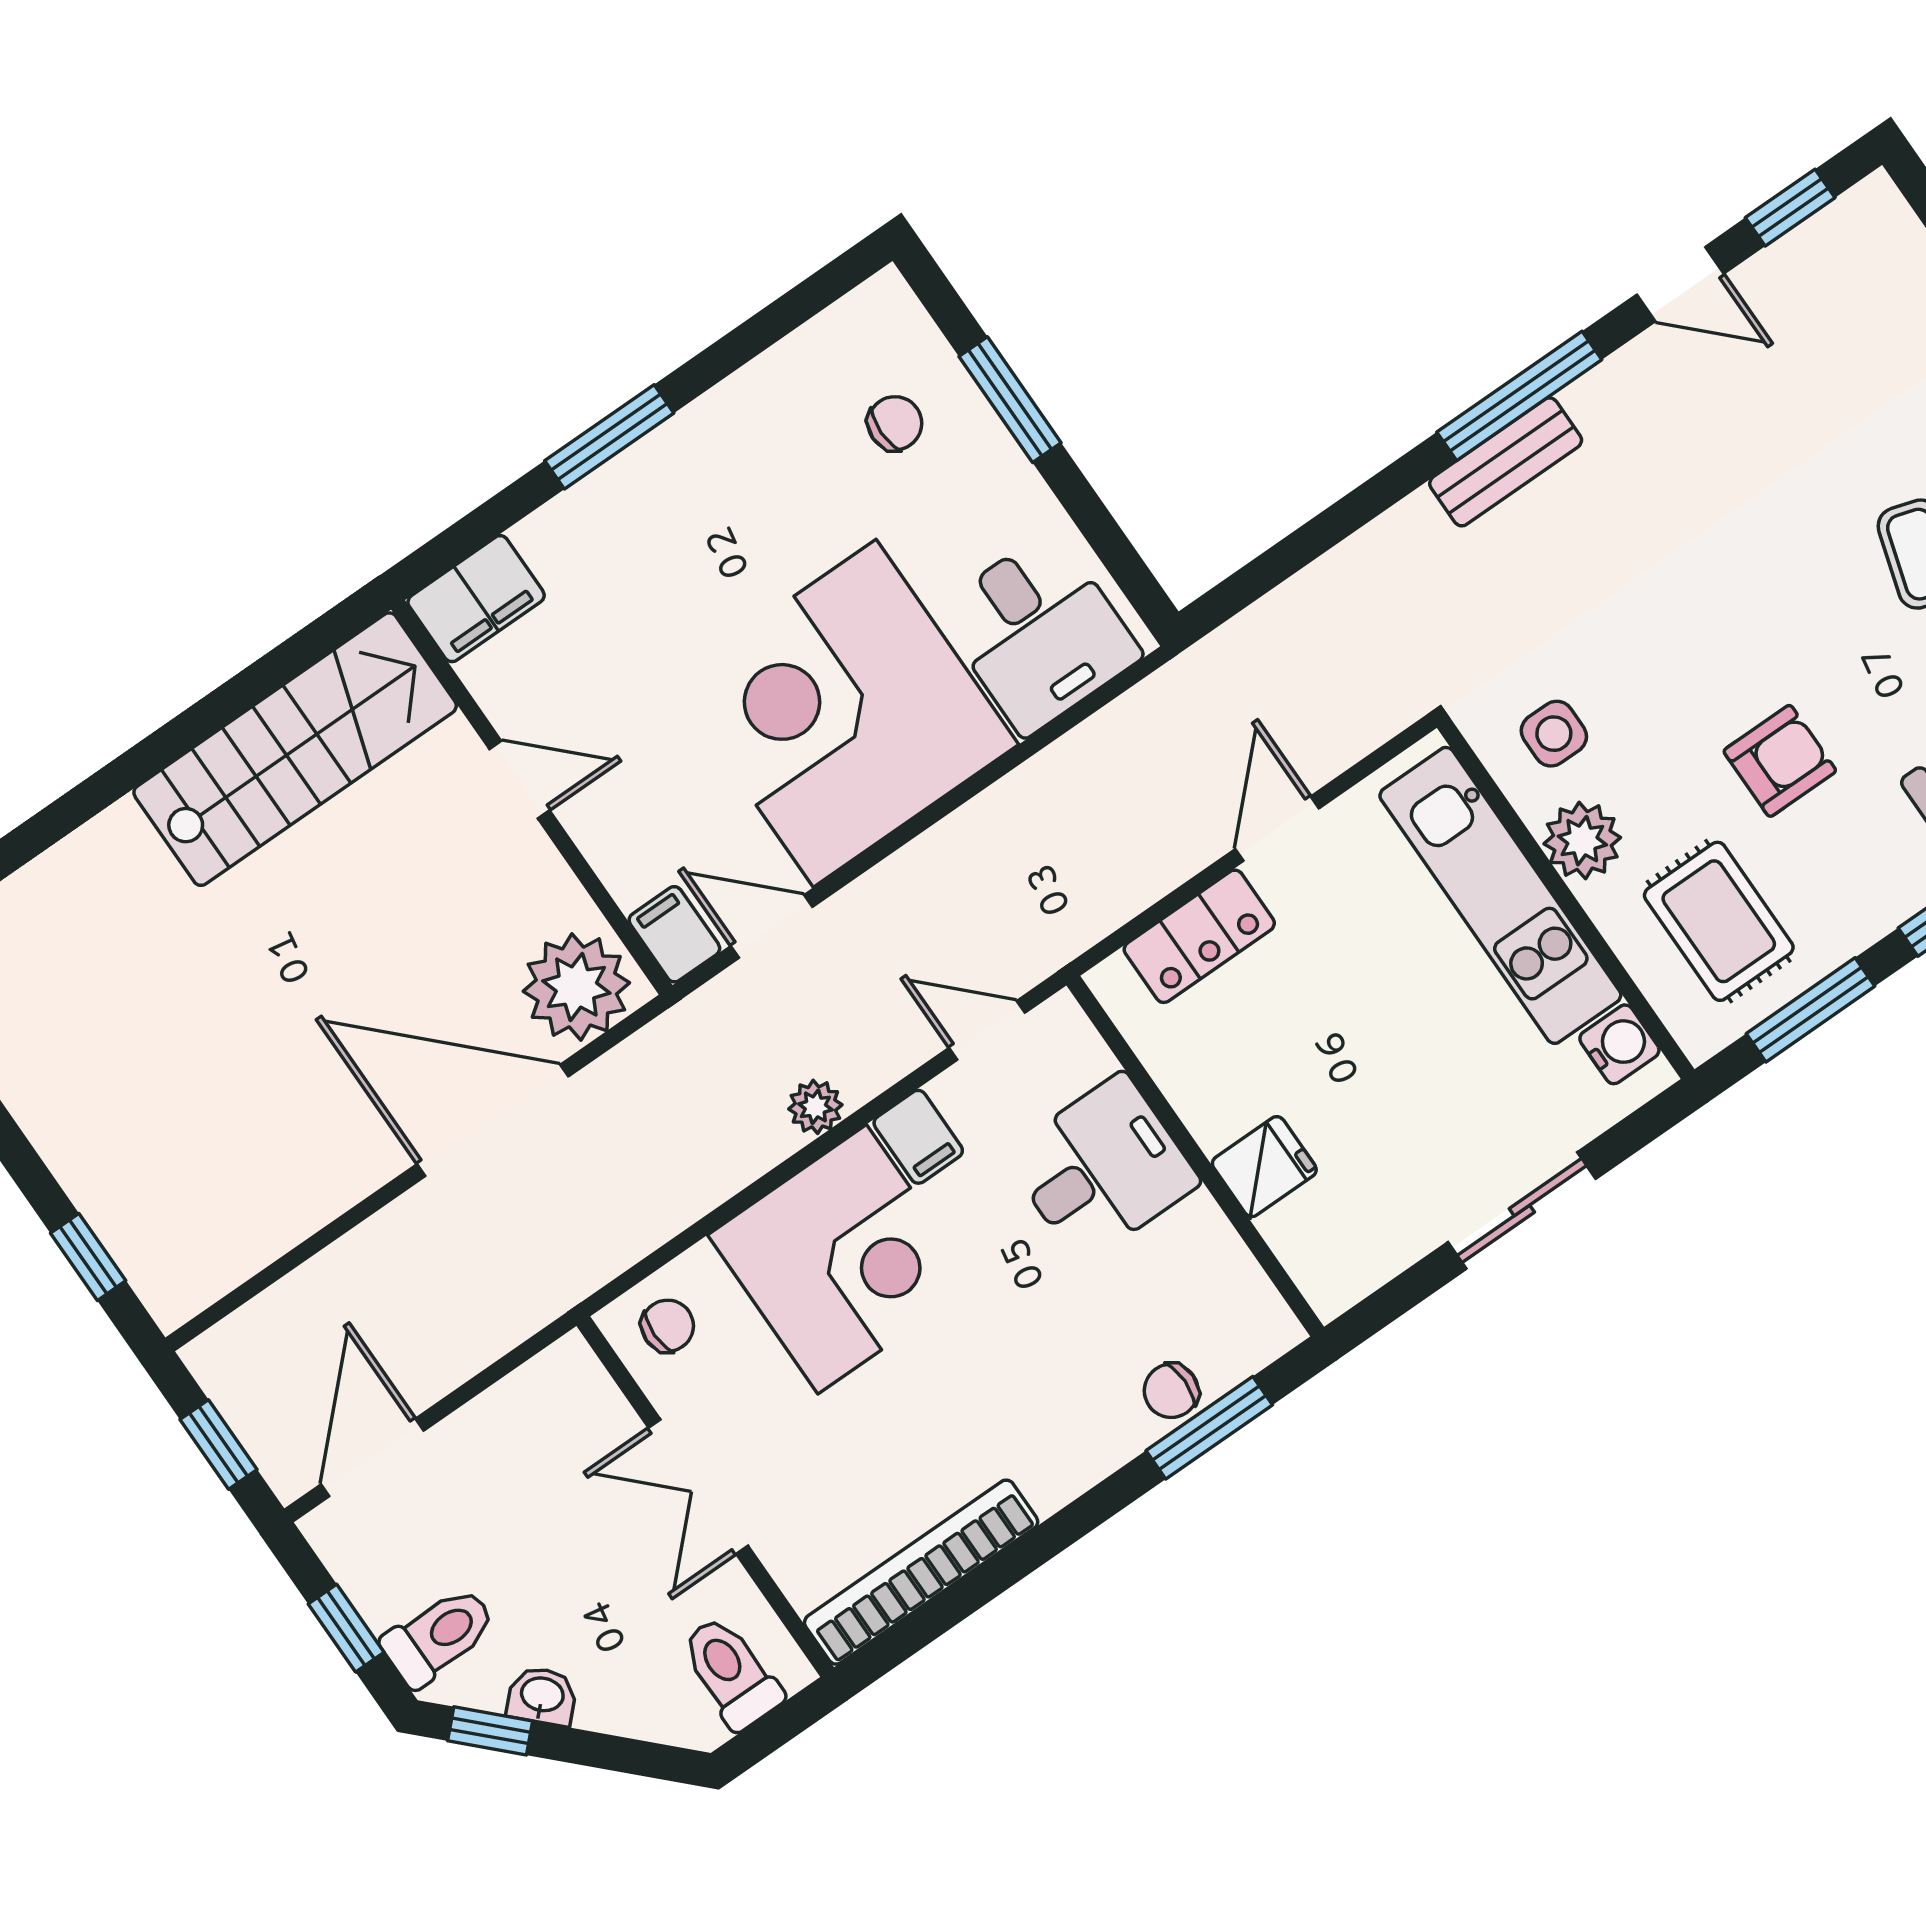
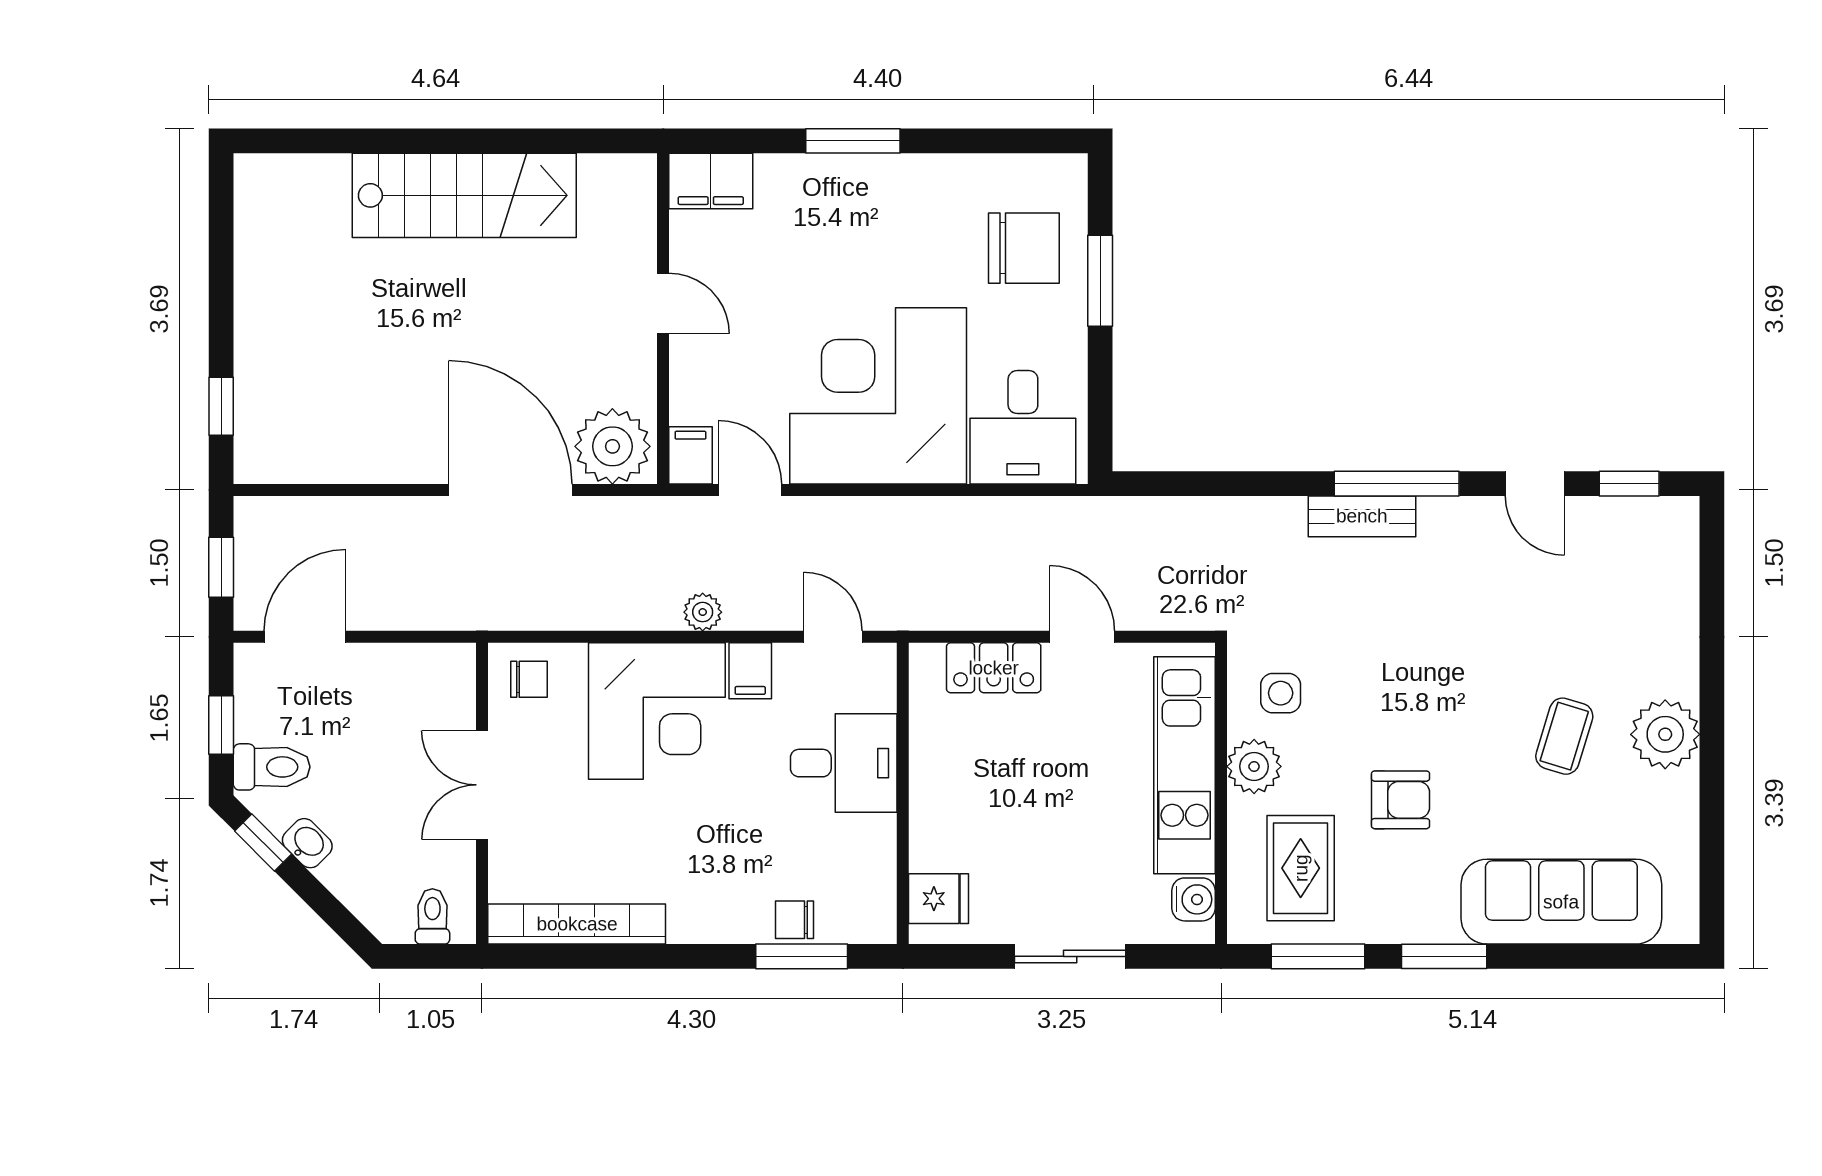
chair: (895, 423) -> (1024, 248), width x1.87, depth x1.87
stairs: (295, 749) -> (464, 195), moved
door: (1277, 829) -> (1082, 637), hinge flipped
fridge: (1264, 1167) -> (939, 899), moved
toilet: (731, 1673) -> (432, 916), width x0.73, depth x0.72

